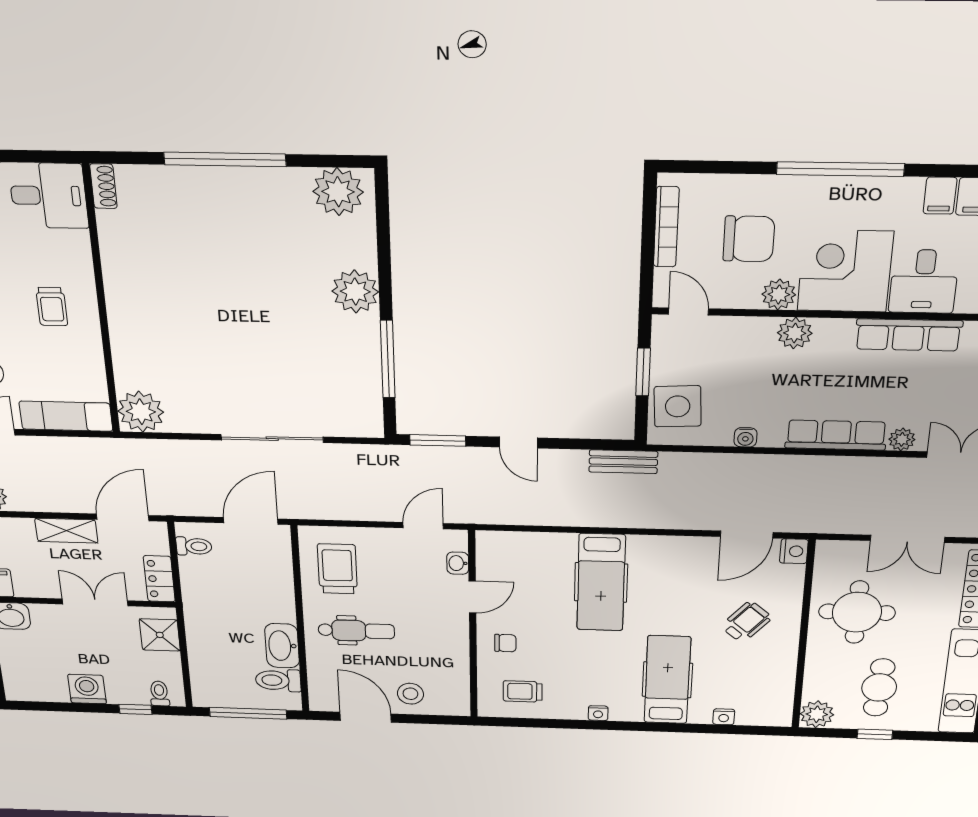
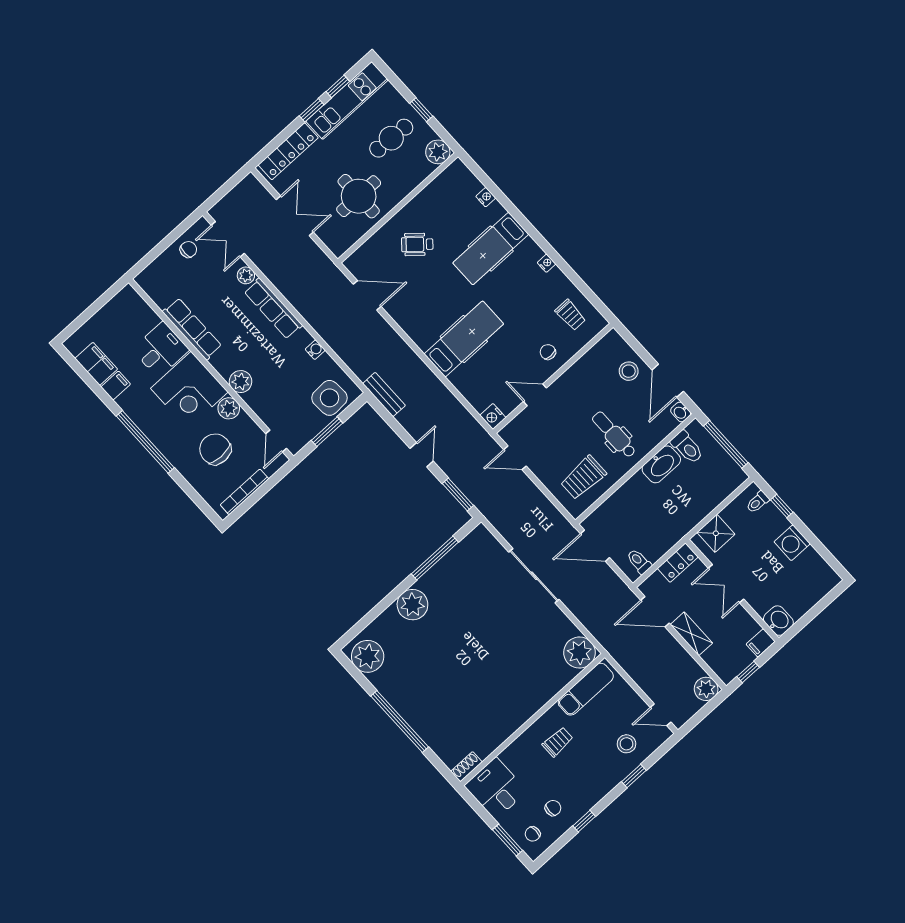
exam couch: (66, 416) -> (586, 689), moved, turned -90
nightstand: (794, 551) -> (493, 416), moved, turned -90
washbasin: (458, 563) -> (681, 412), moved, turned 90

